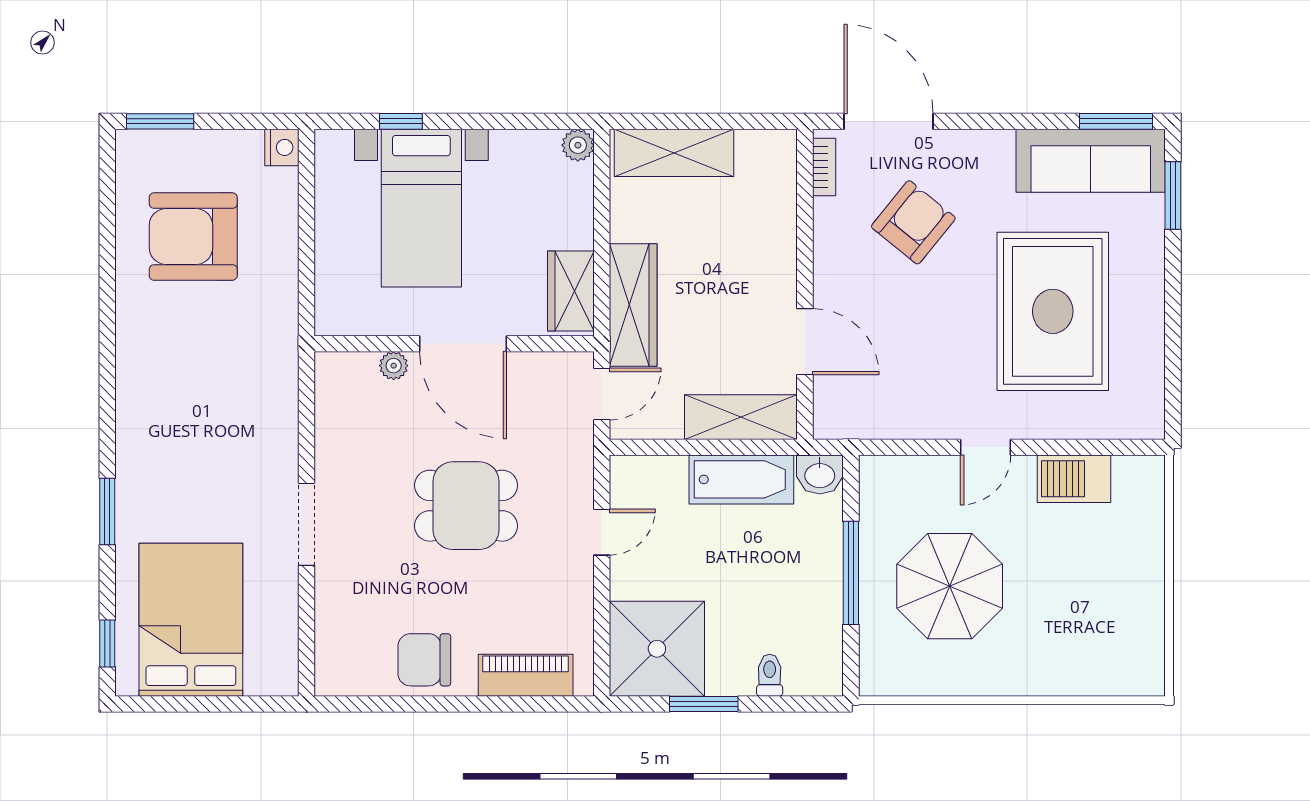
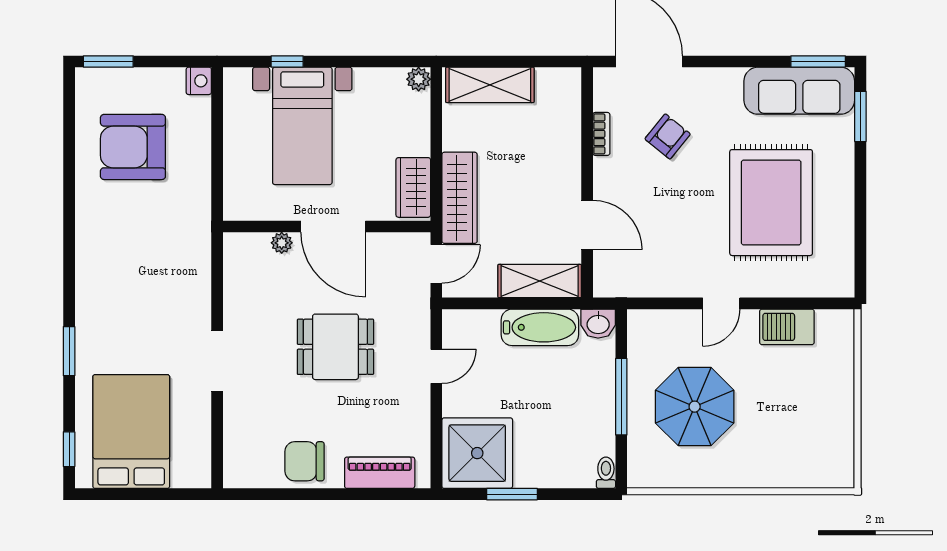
bookcase: (824, 167) -> (601, 134), moved
armchair: (913, 222) -> (668, 136), width x0.72, depth x0.72
toilet: (770, 675) -> (606, 473), moved

